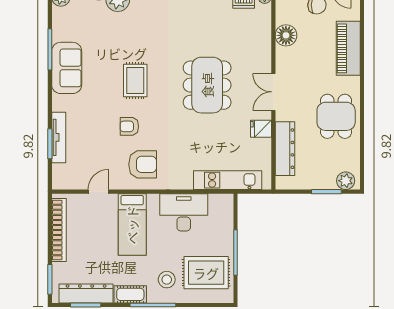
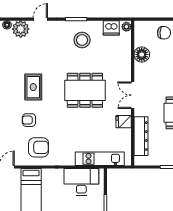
stool: (203, 15) -> (82, 40), added
dining table: (207, 85) -> (85, 90), turned 90
desk: (184, 212) -> (81, 182), moved

